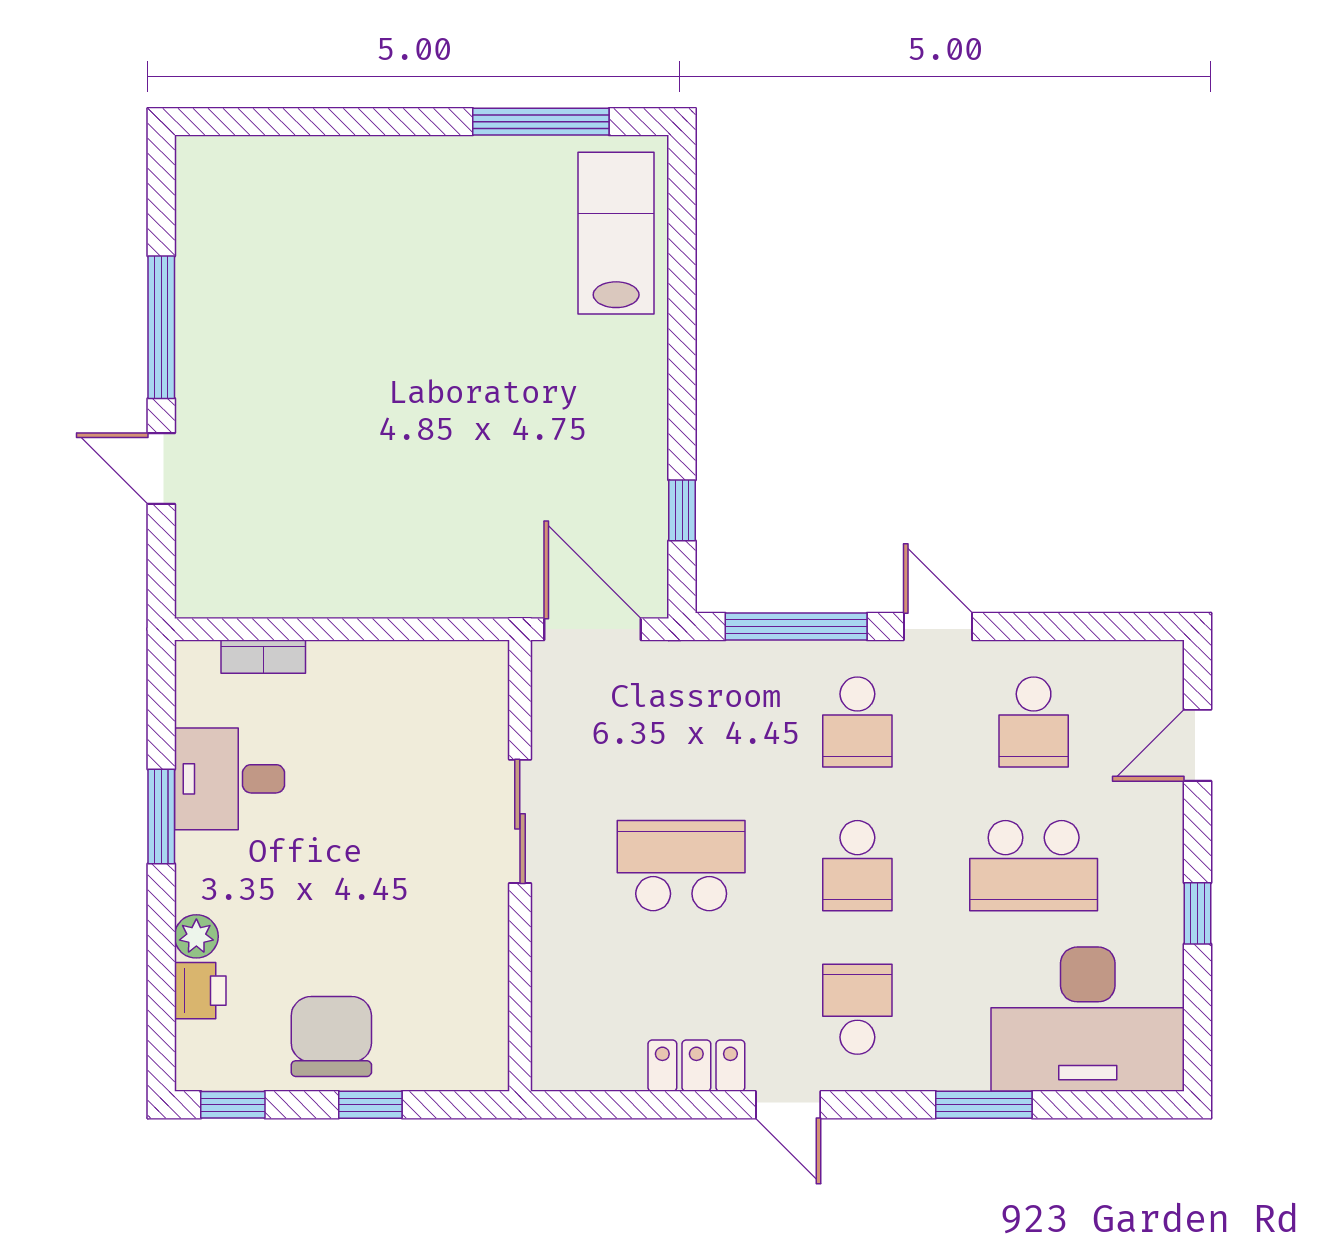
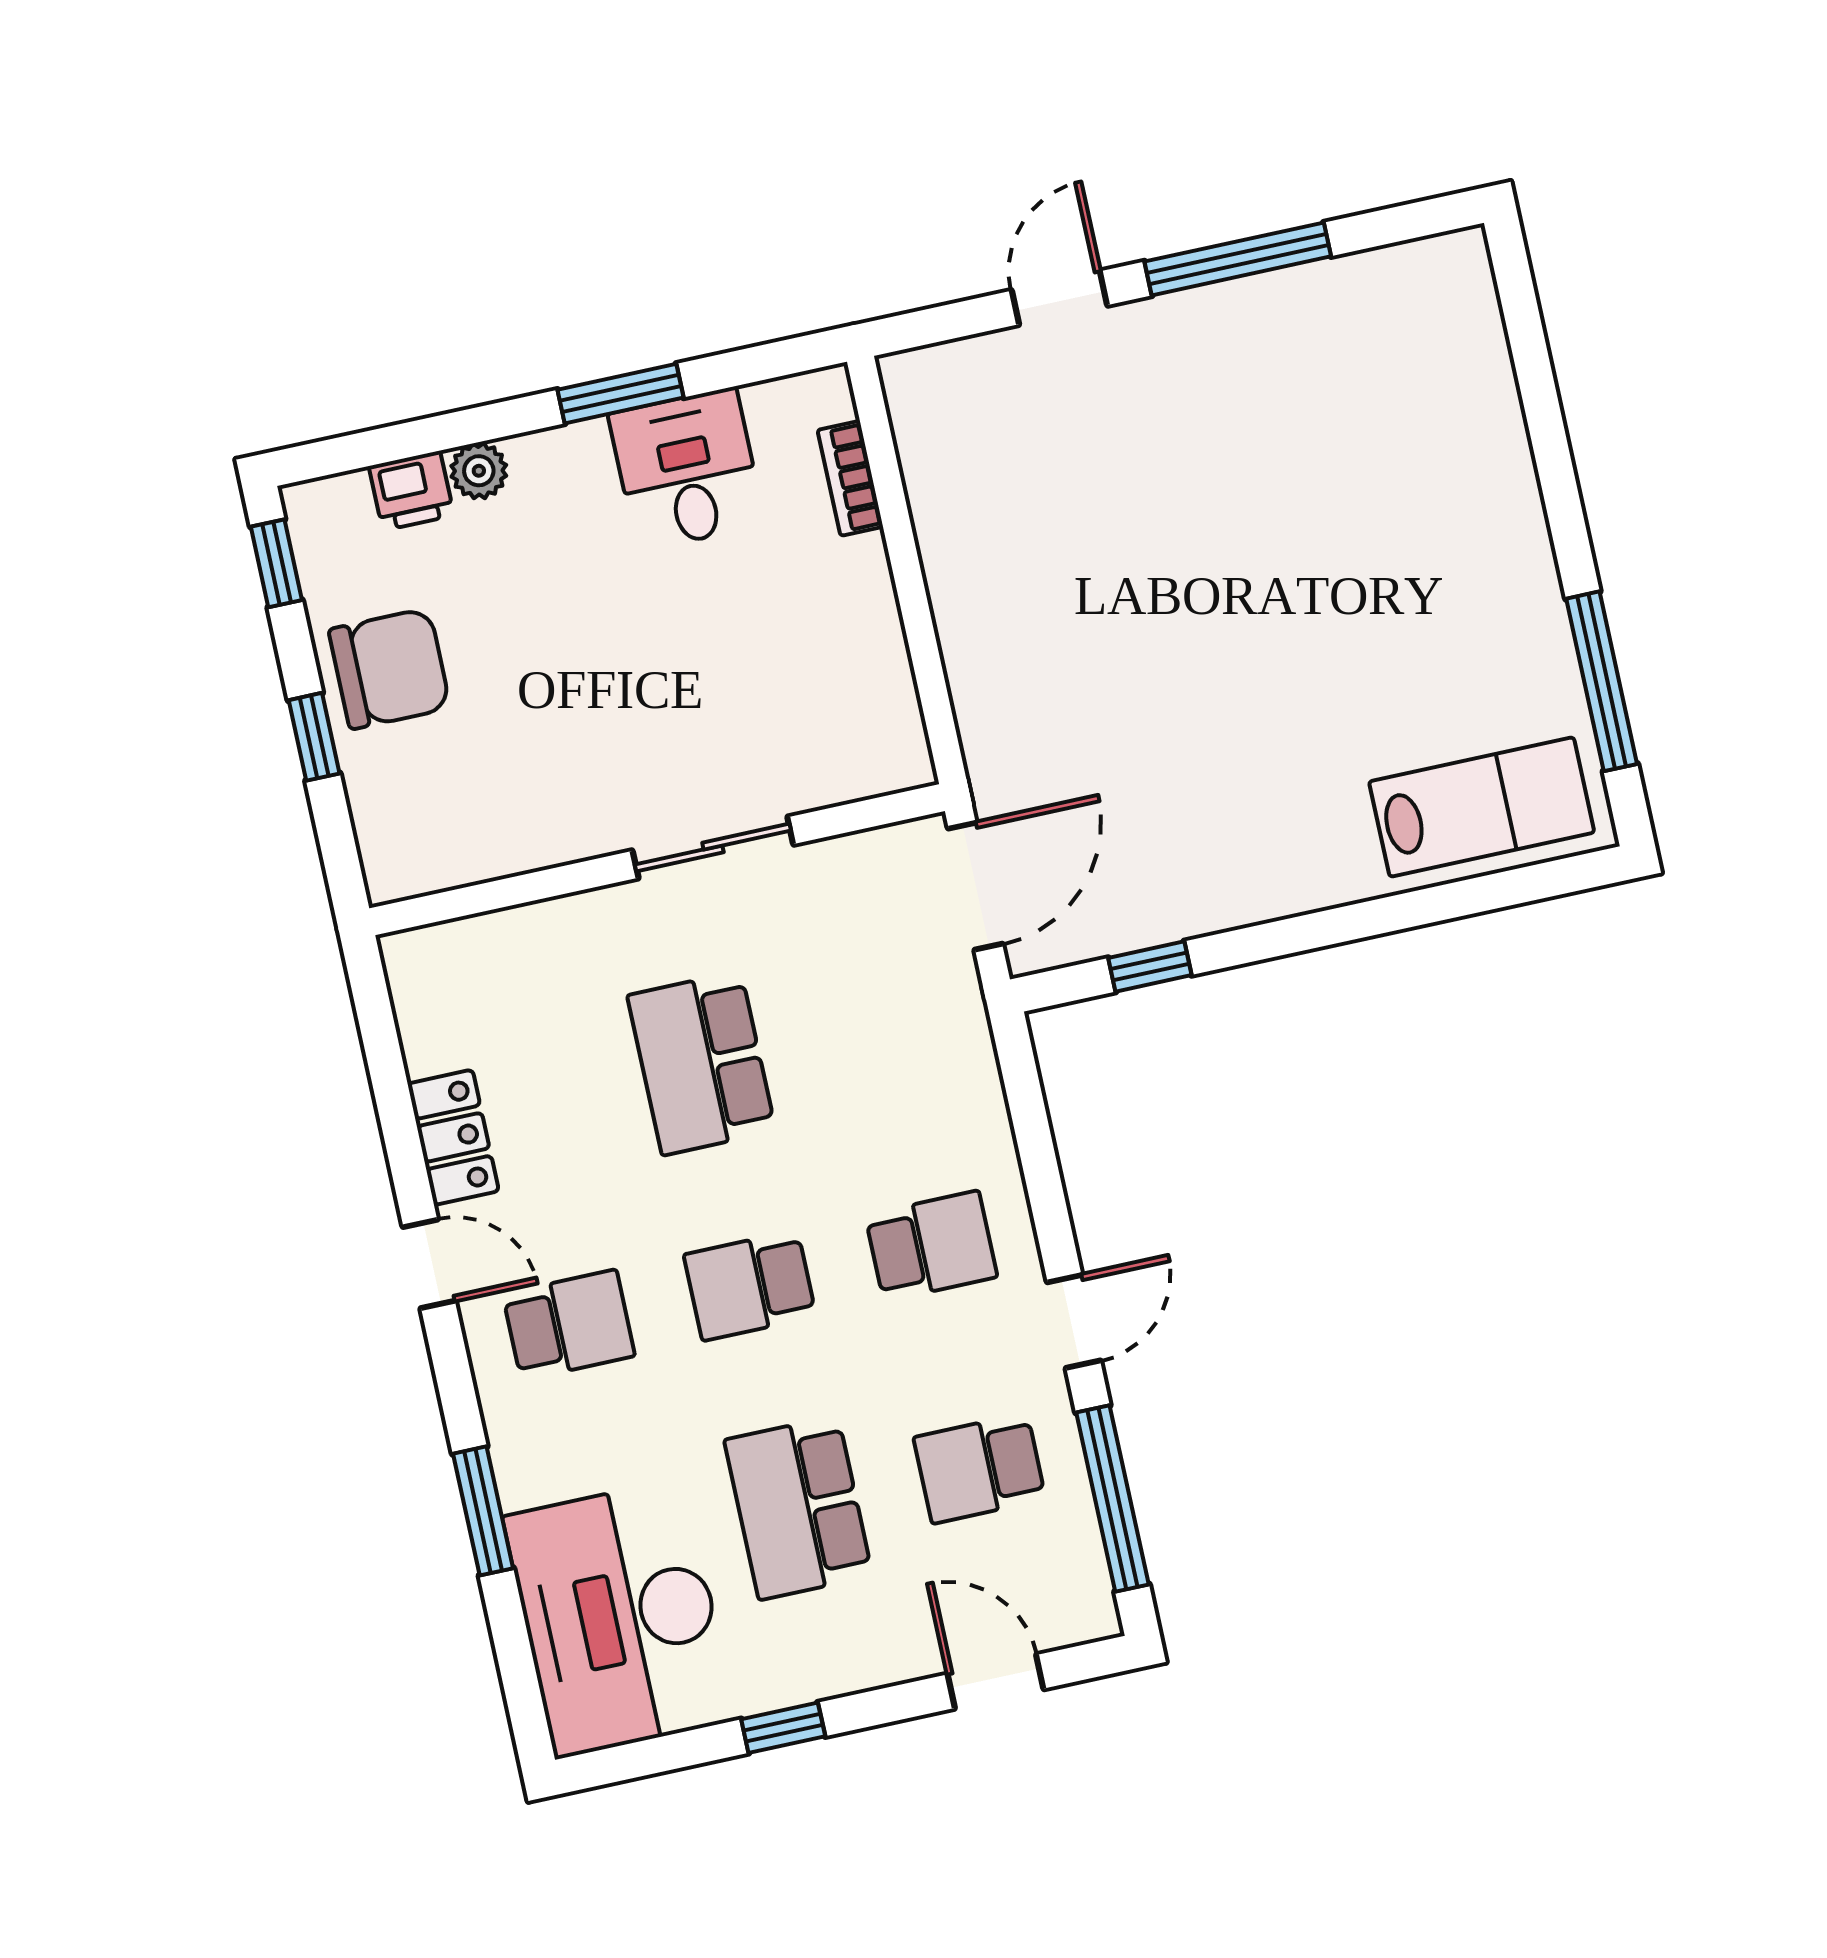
window: (796, 626) -> (1112, 1498), moved
school desk: (857, 722) -> (931, 1246), turned 180
school desk: (681, 866) -> (701, 1063), turned 180
door: (788, 1105) -> (429, 1264), swing flipped

